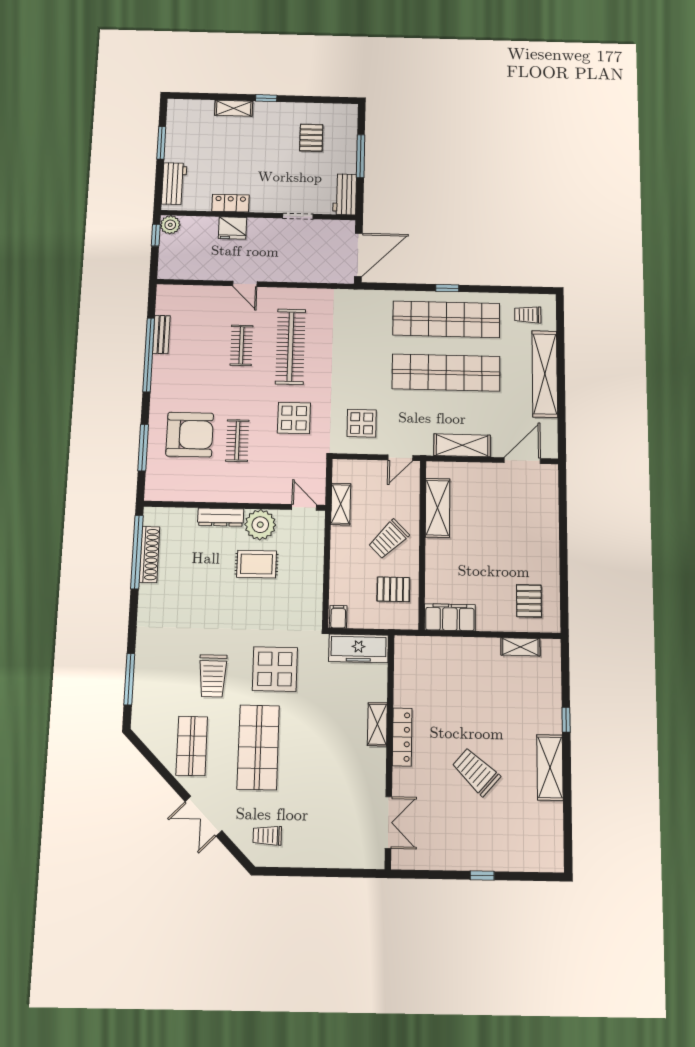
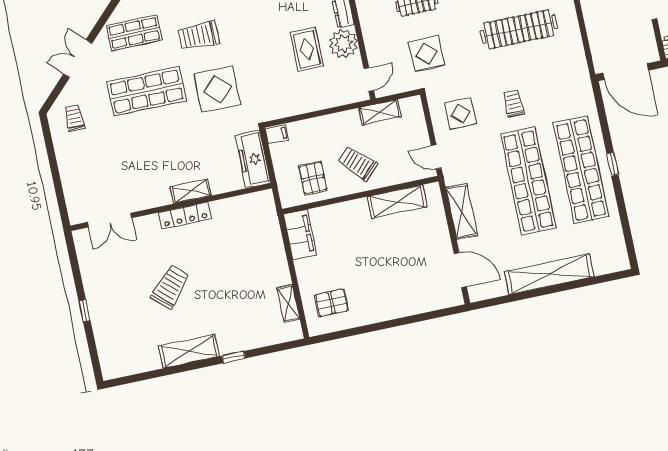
trolley: (528, 315) -> (514, 103), moved
display table: (294, 418) -> (427, 53), moved

